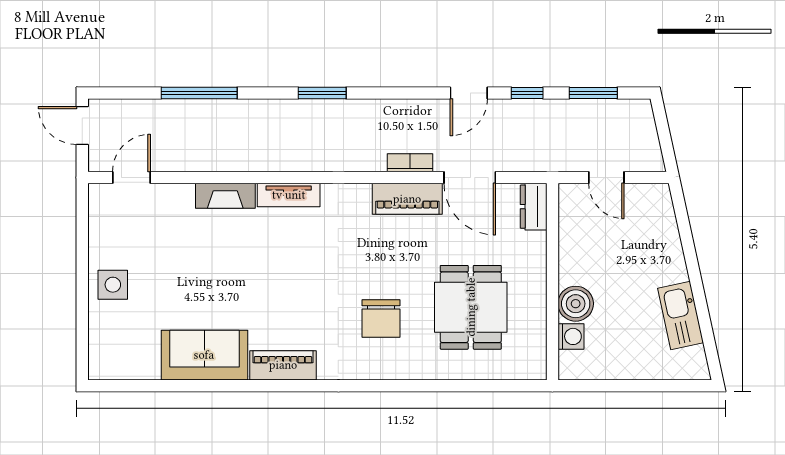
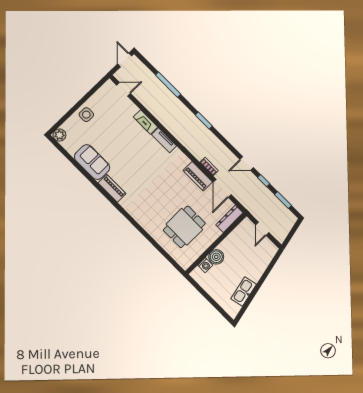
dresser: (534, 207) -> (229, 219), width x1.44
chair: (381, 319) -> (155, 204), removed
plant: (103, 365) -> (59, 135), added

